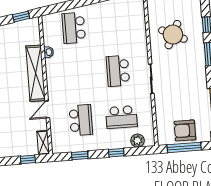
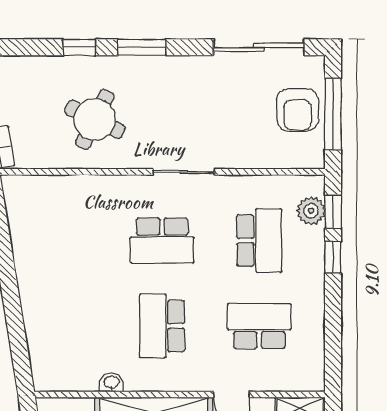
school desk: (74, 28) -> (162, 326), moved, turned 90
window: (80, 155) -> (333, 212), moved

